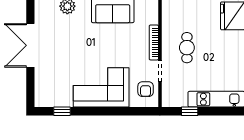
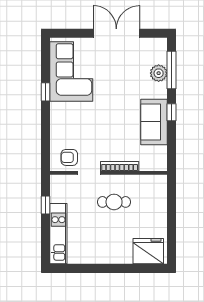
corner sofa: (101, 87) -> (71, 71), moved
window: (62, 111) -> (45, 92), moved

